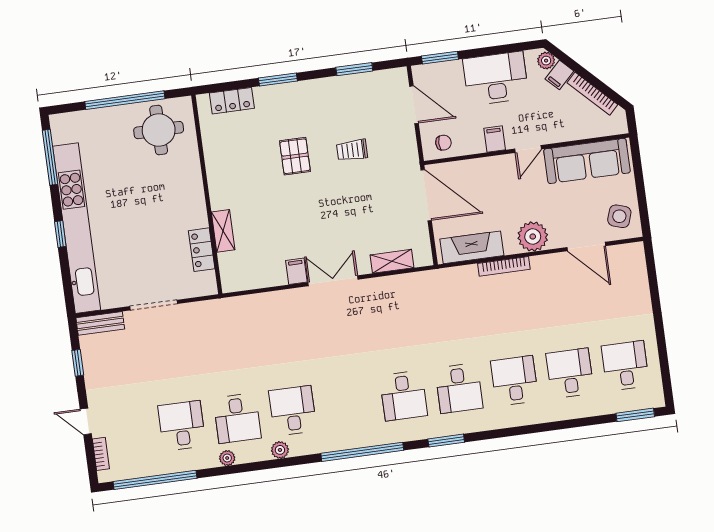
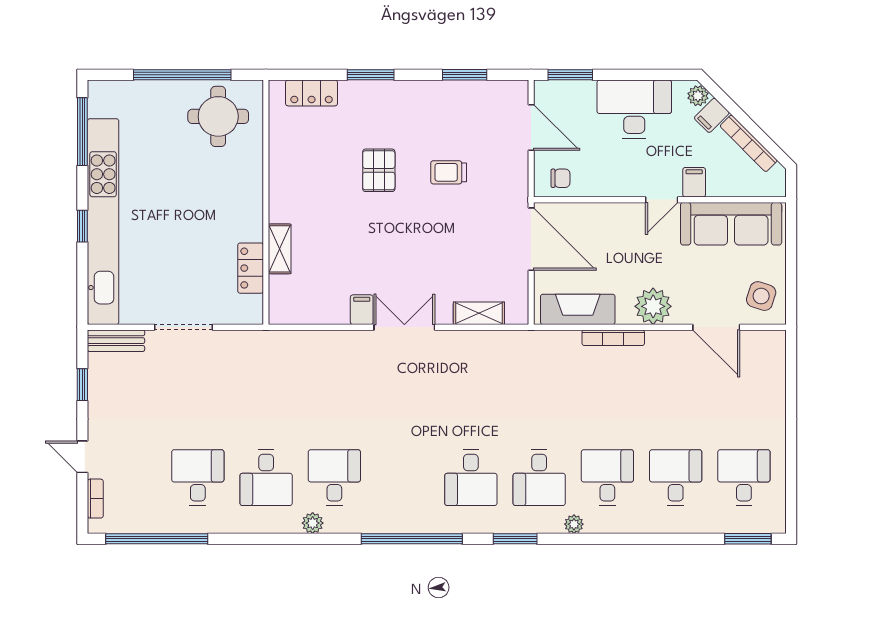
filing cabinet: (495, 139) -> (694, 182), moved
plant: (227, 458) -> (574, 524), moved

